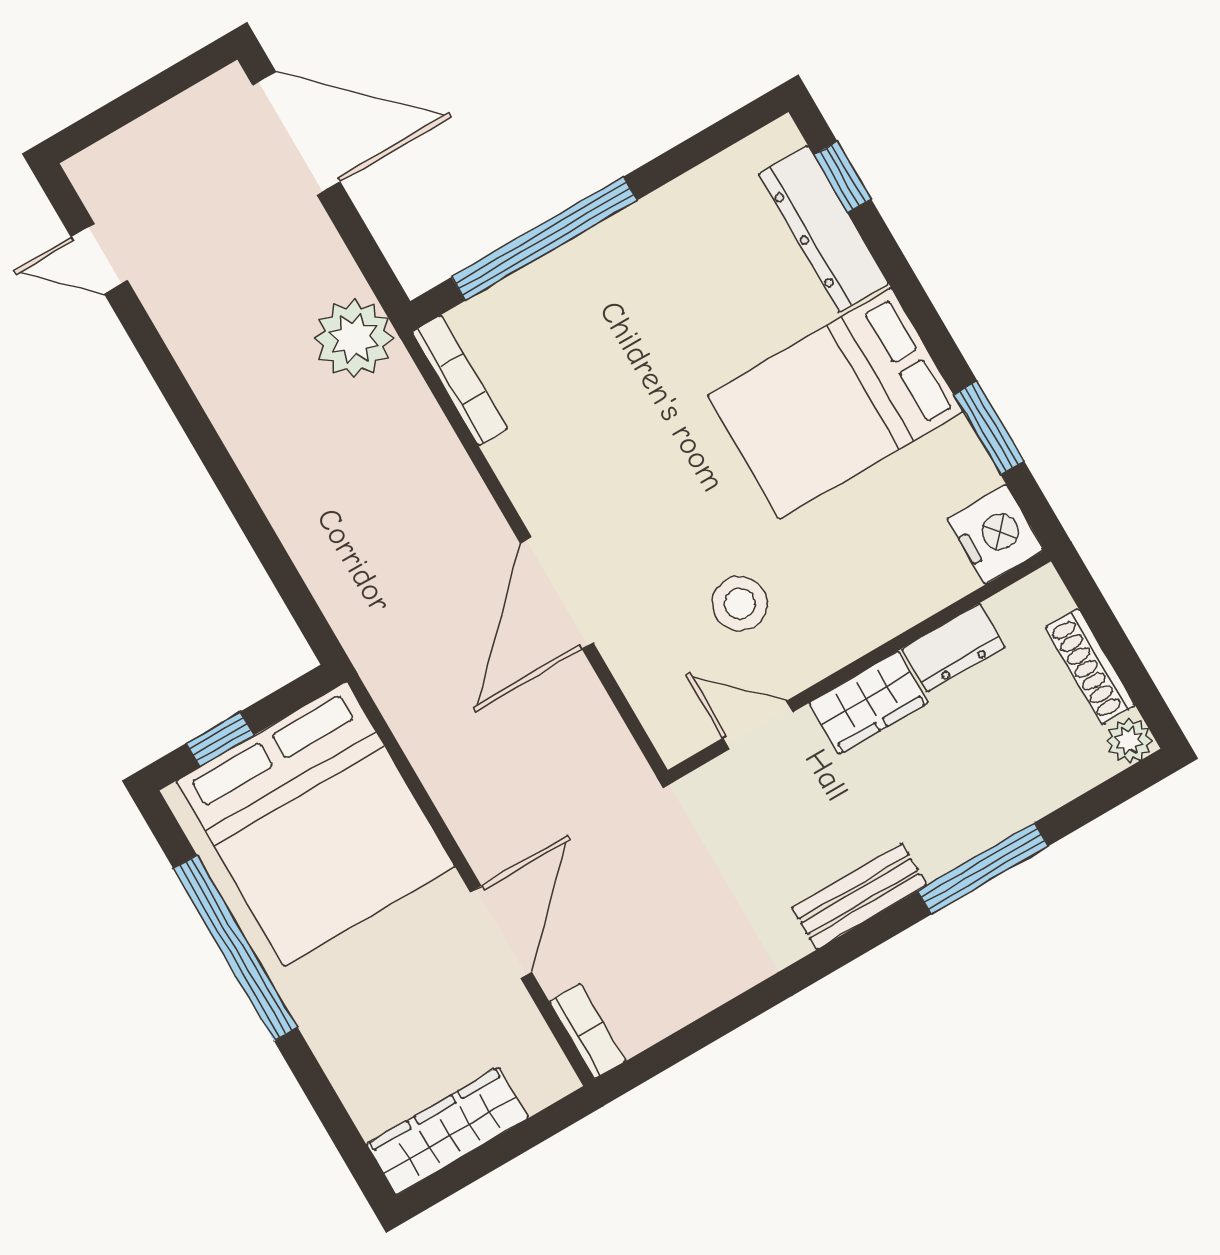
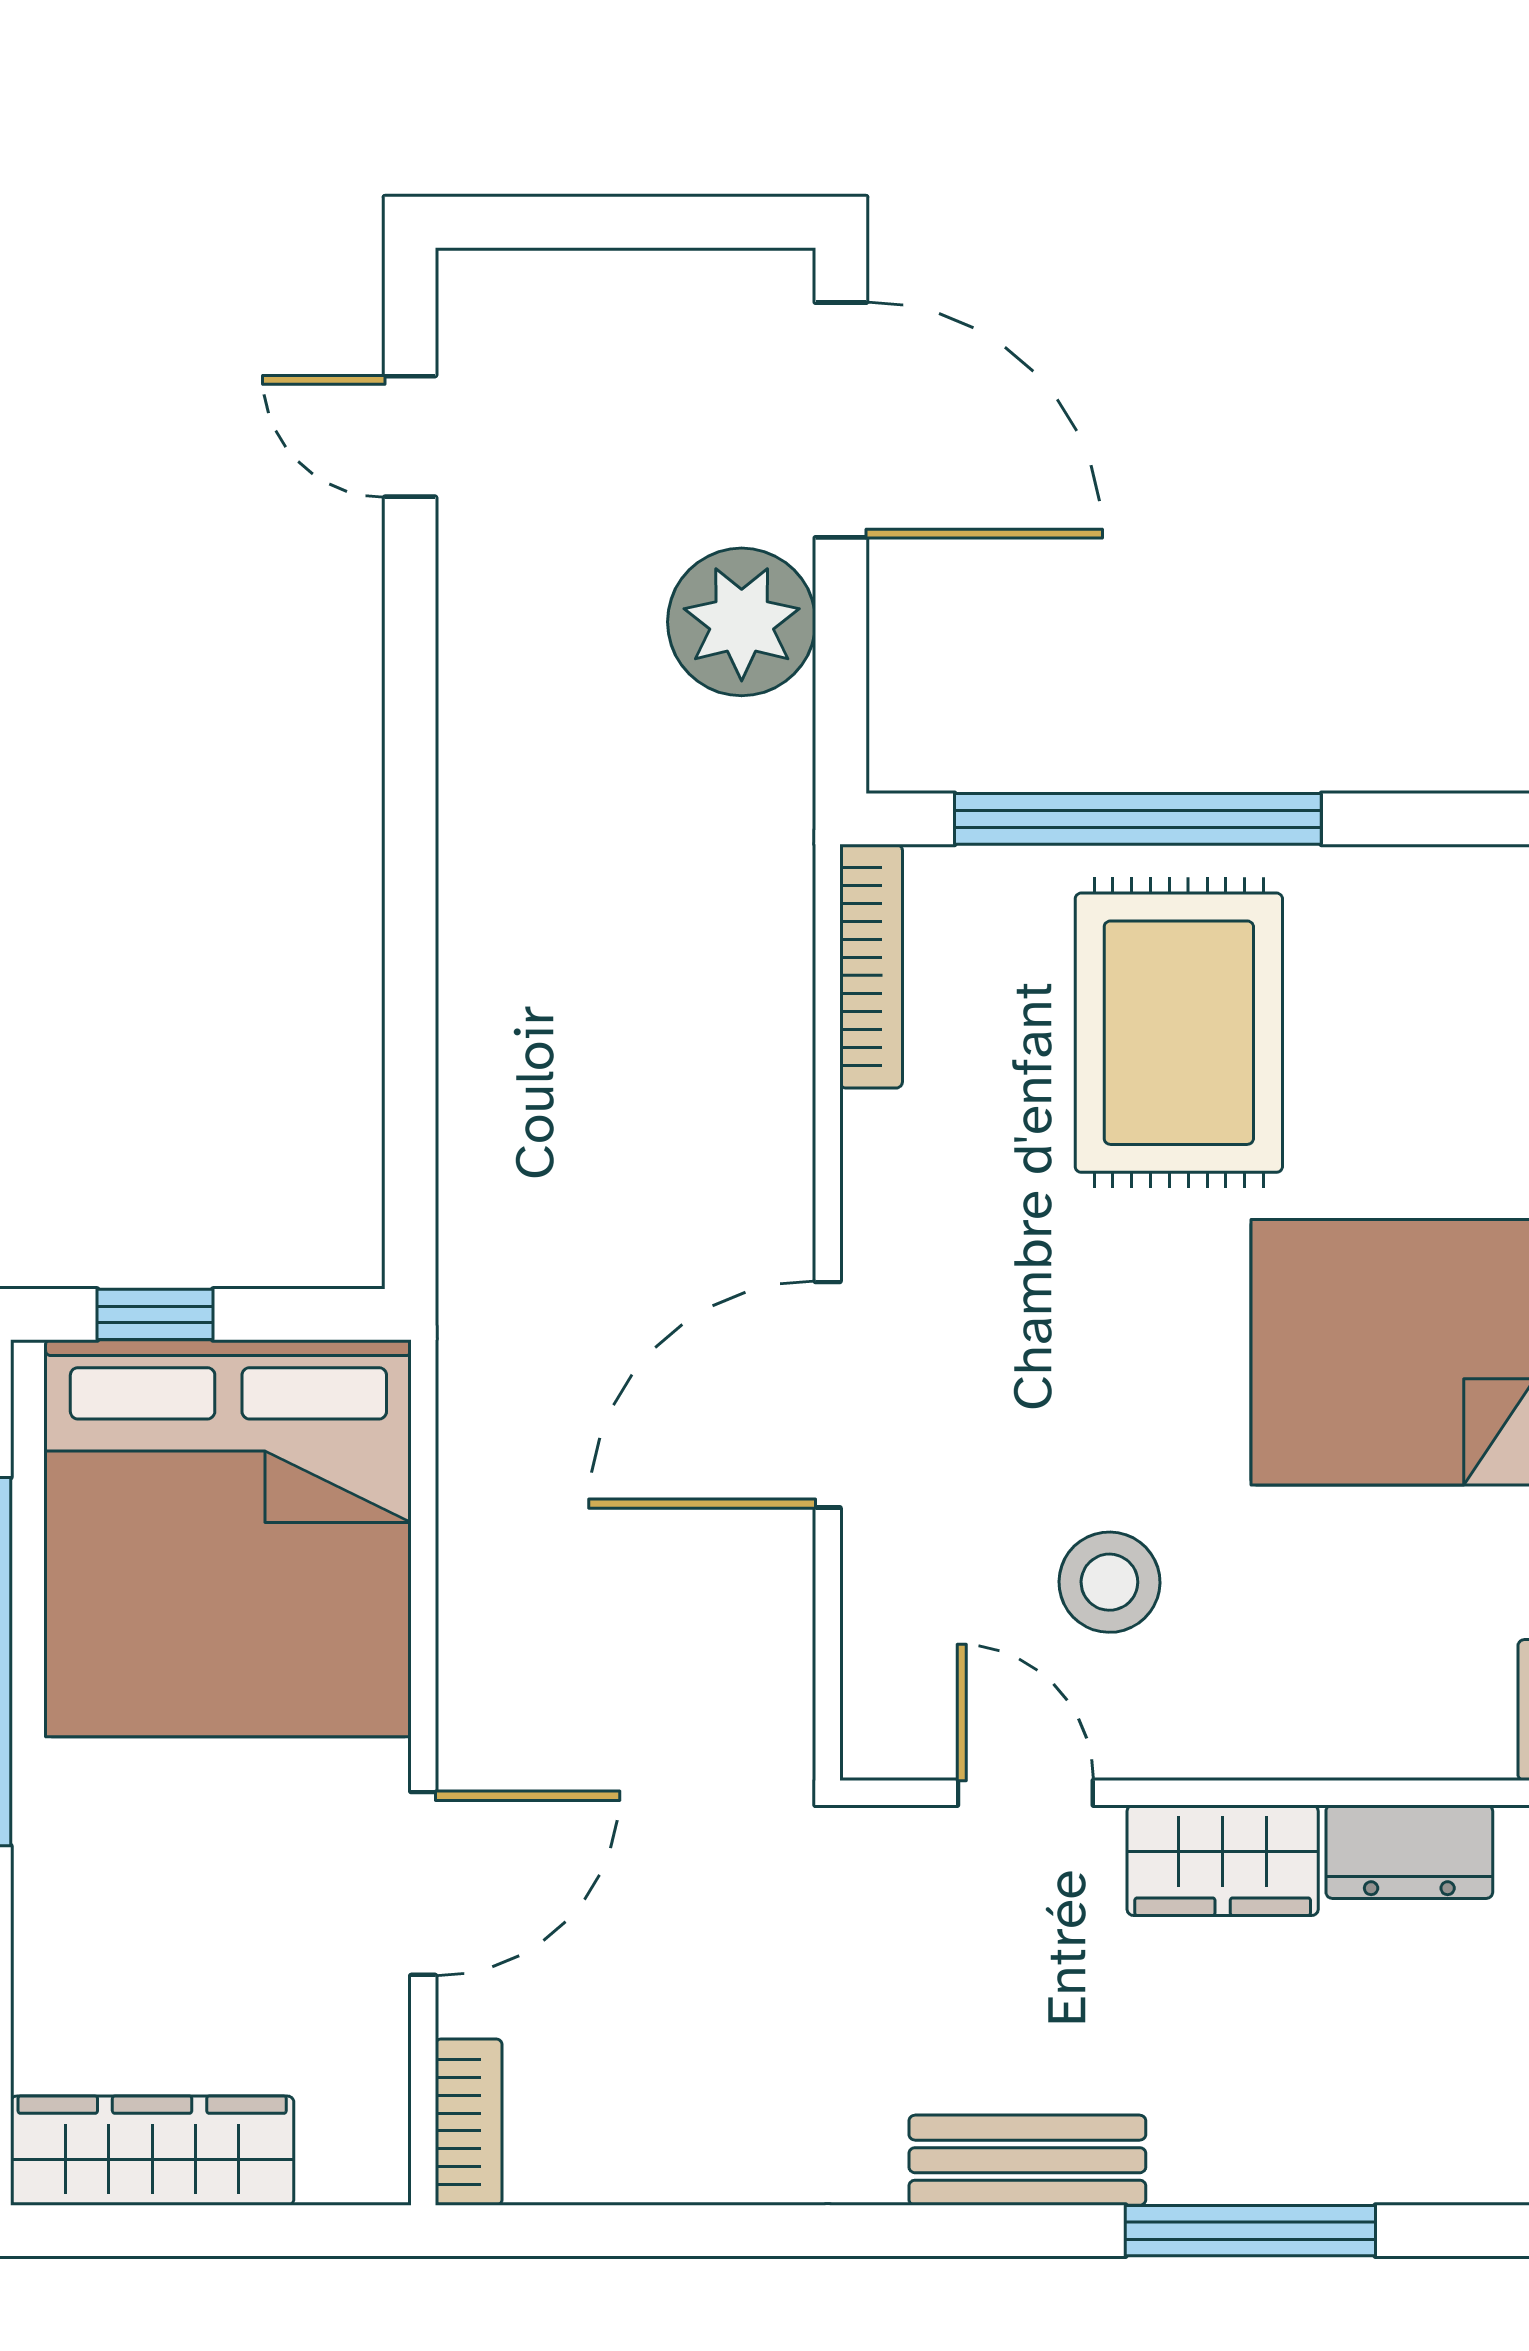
rug: (622, 327) -> (1179, 1033), added
plant: (354, 339) -> (742, 622), moved

